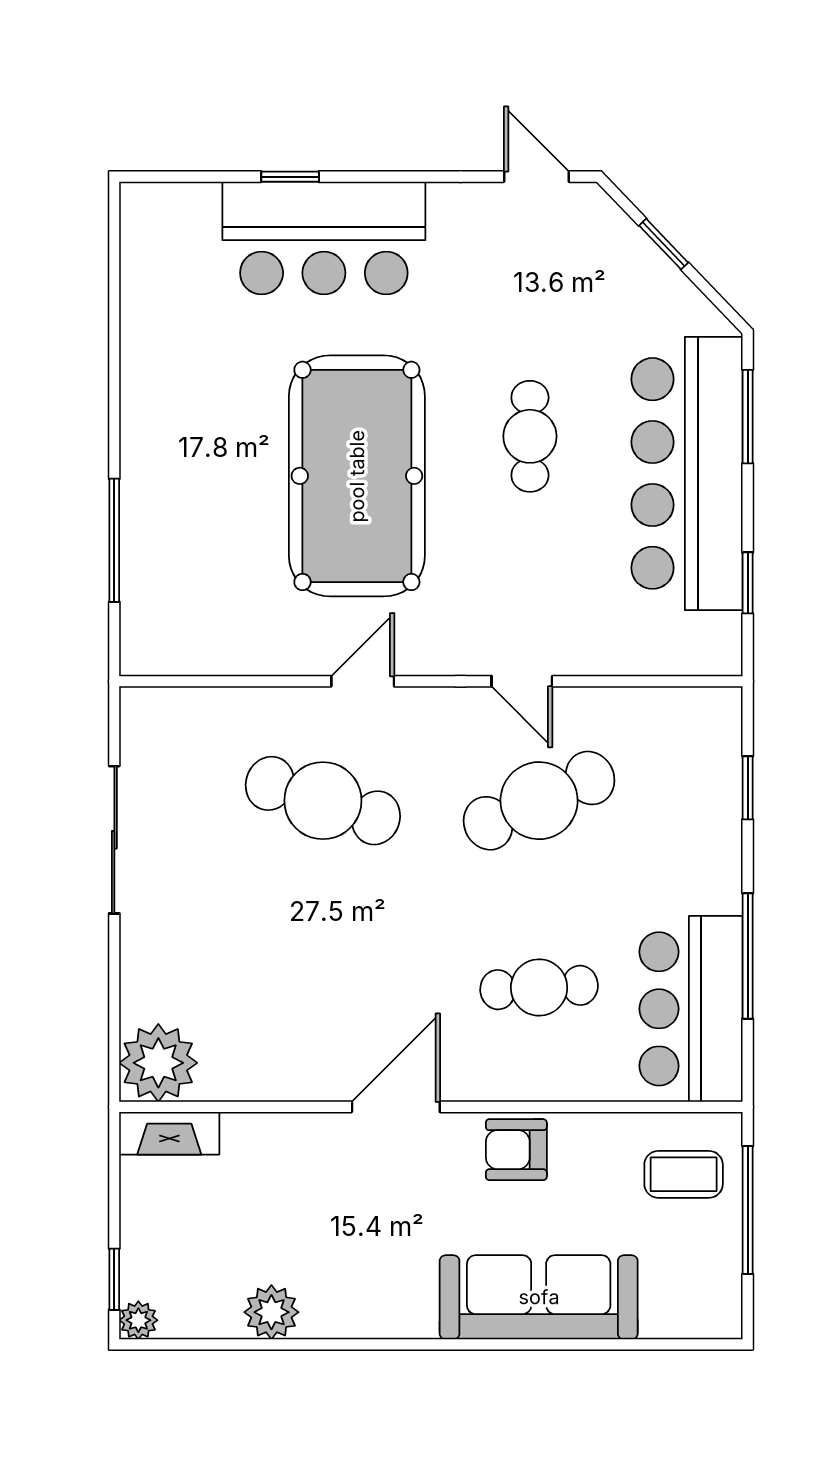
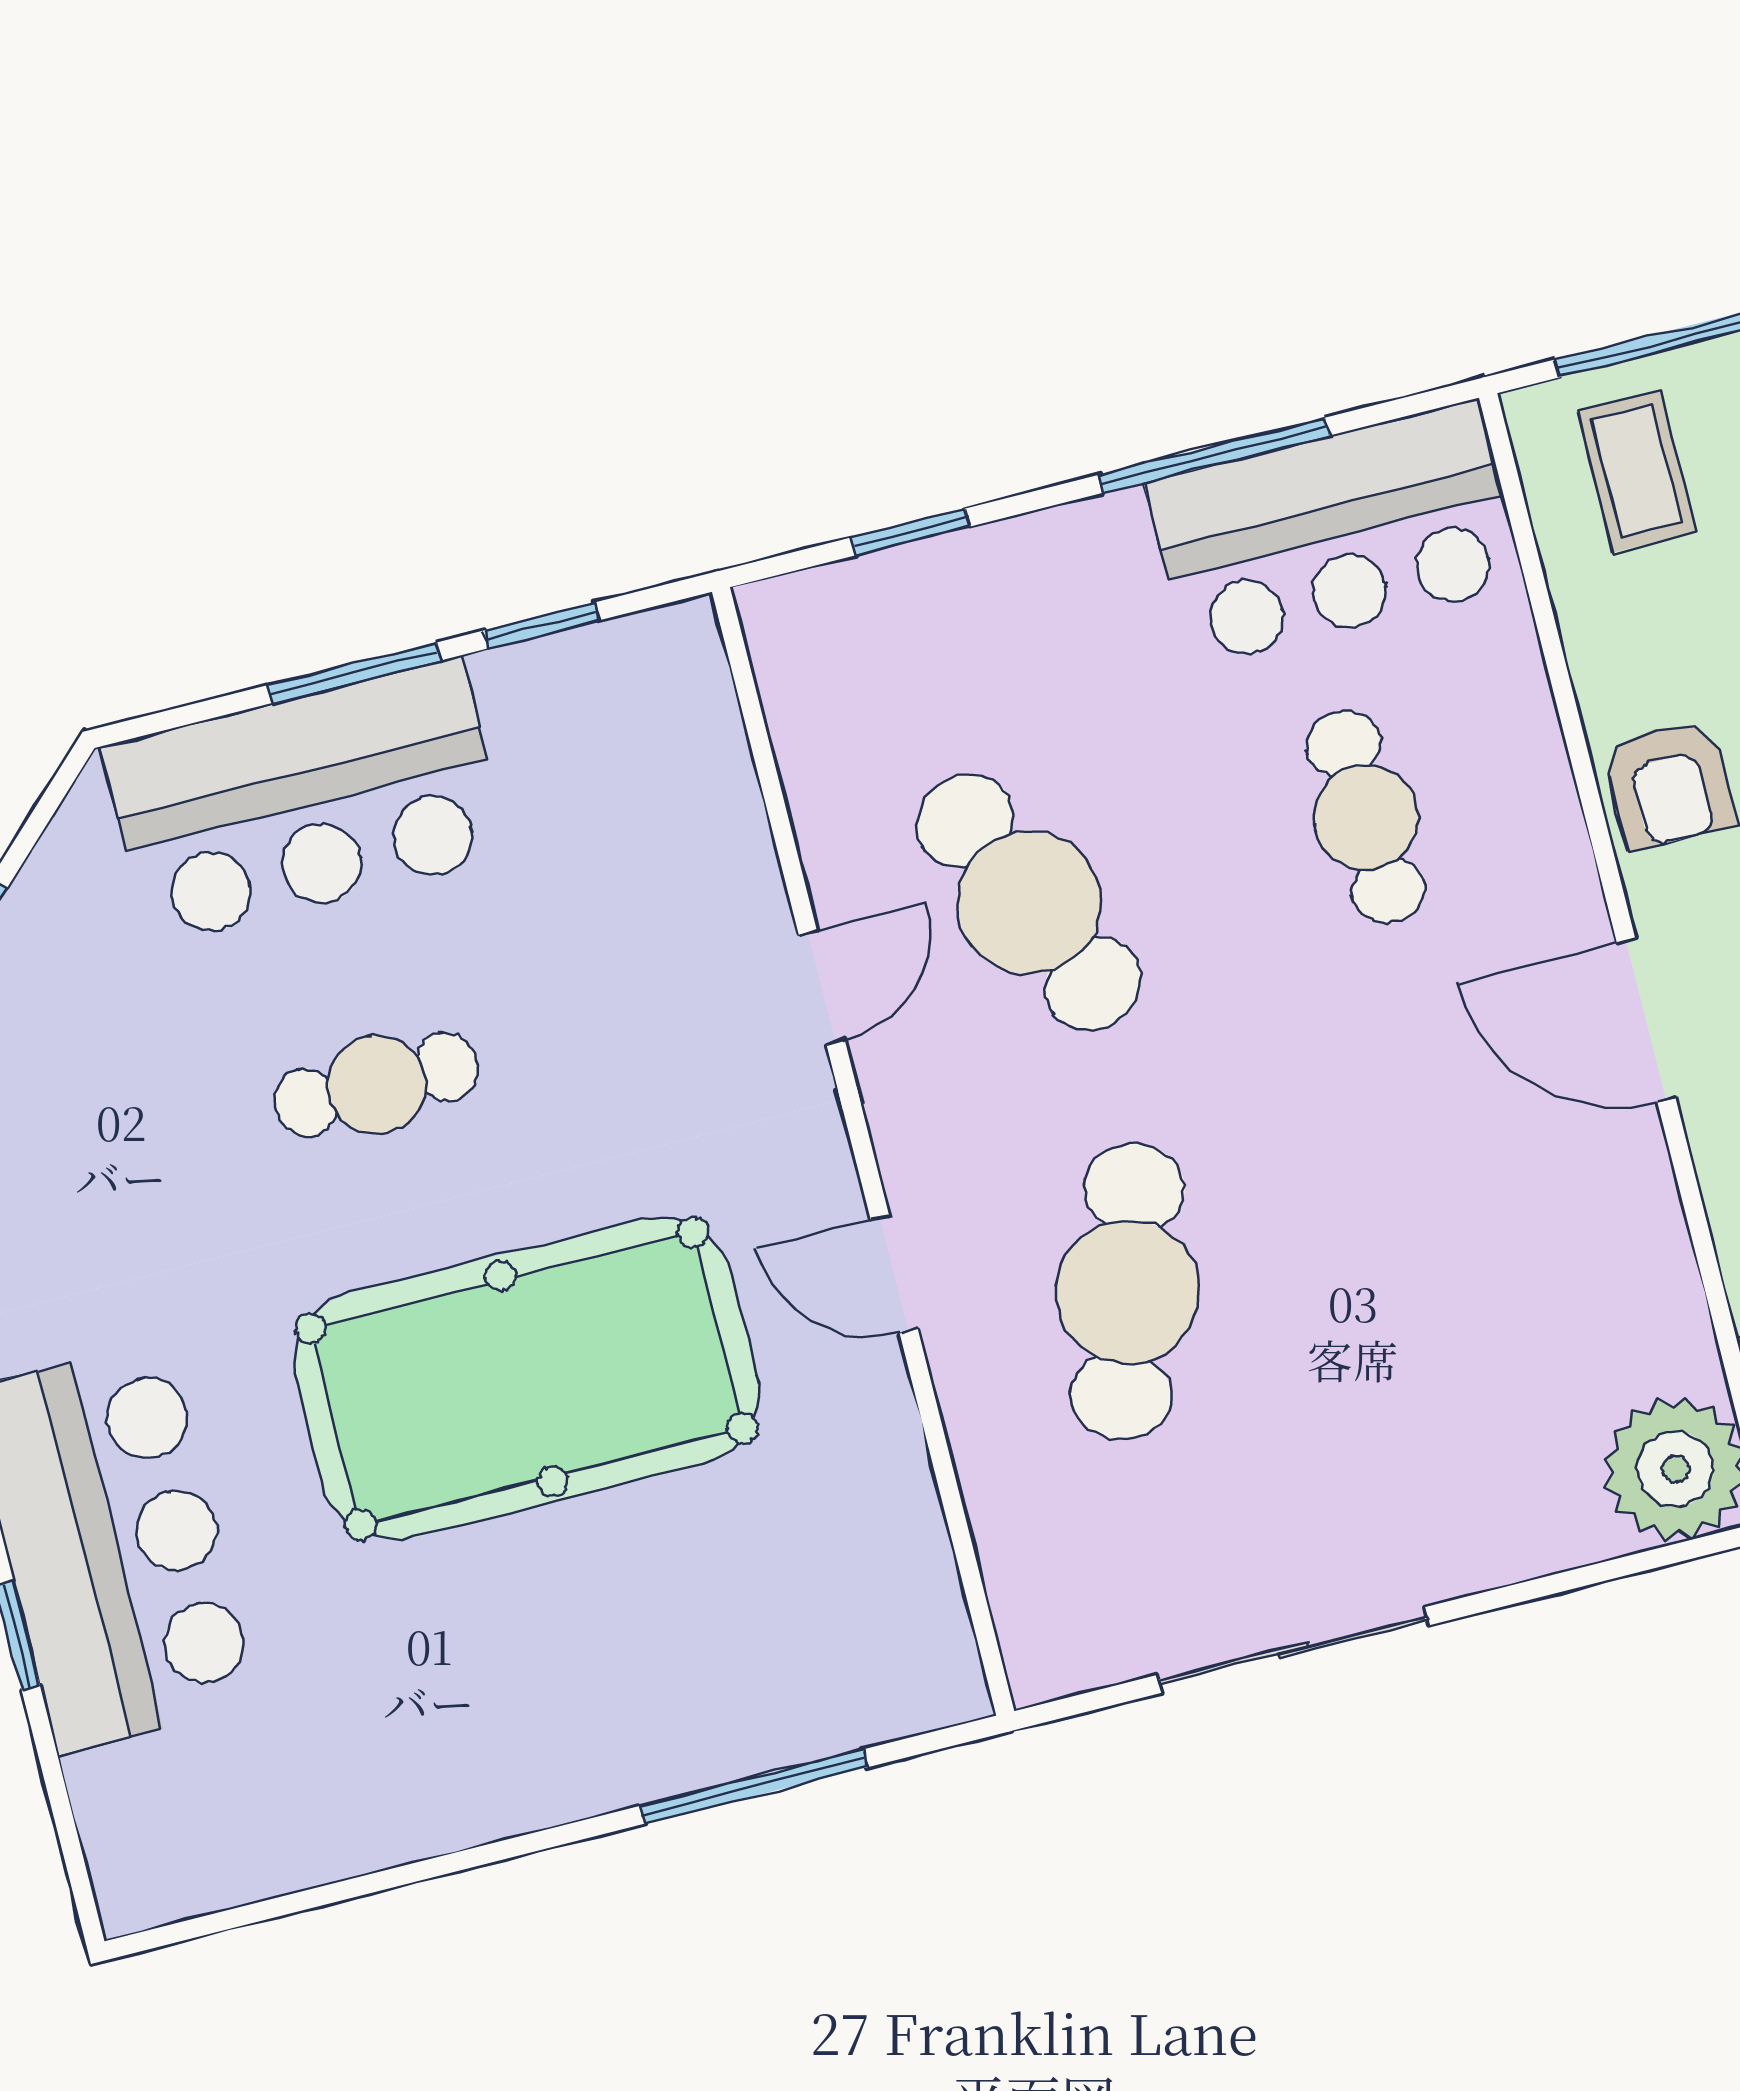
window: (748, 417) -> (354, 673), moved
bar counter: (687, 473) -> (306, 801), width x0.73

